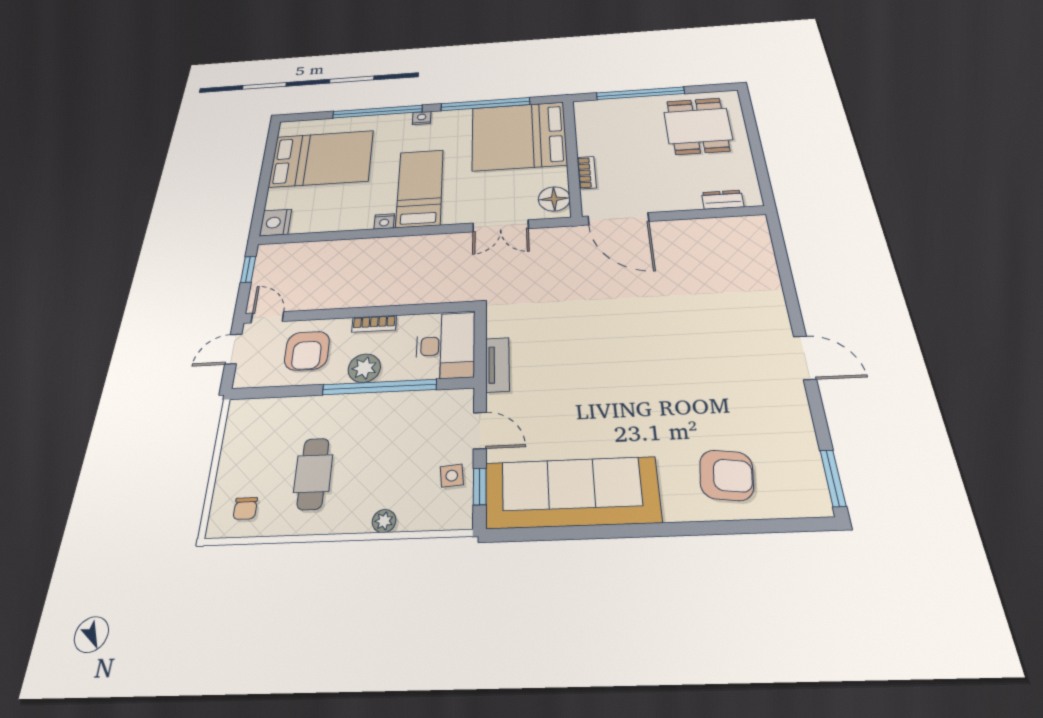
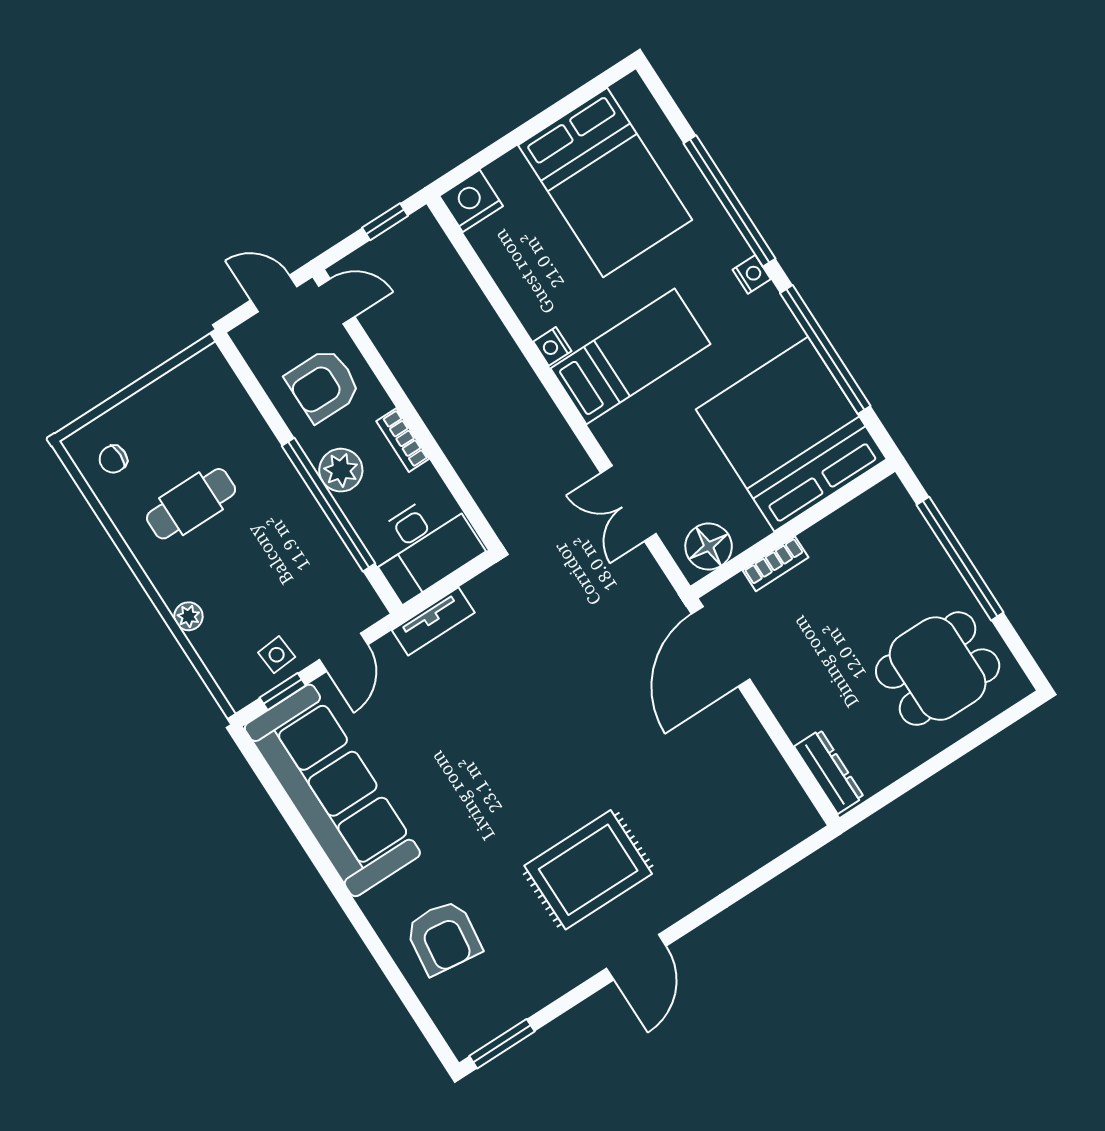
dresser: (723, 200) -> (829, 772), width x1.44
door: (267, 317) -> (337, 301), hinge flipped
rug: (725, 357) -> (588, 870), added

